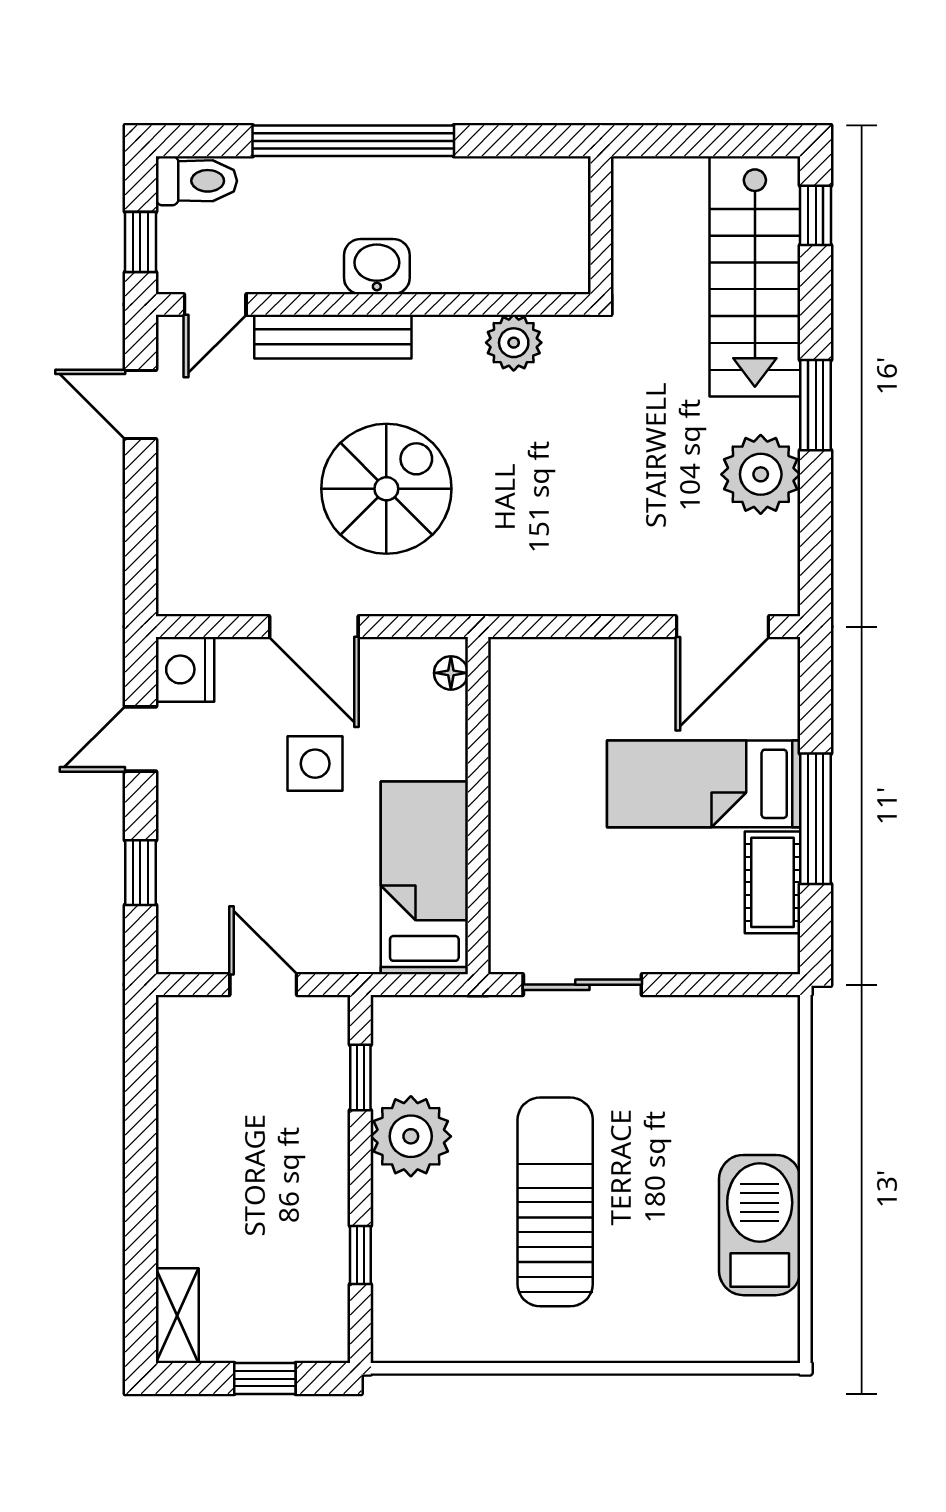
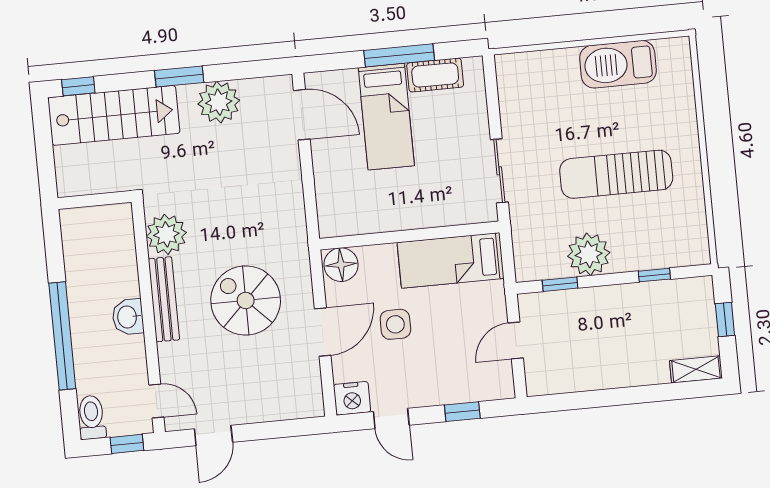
bench: (333, 337) -> (164, 299), moved
plant: (514, 343) -> (166, 234), width x1.36, depth x1.36
floor lamp: (451, 673) -> (341, 265), width x1.89, depth x1.89

